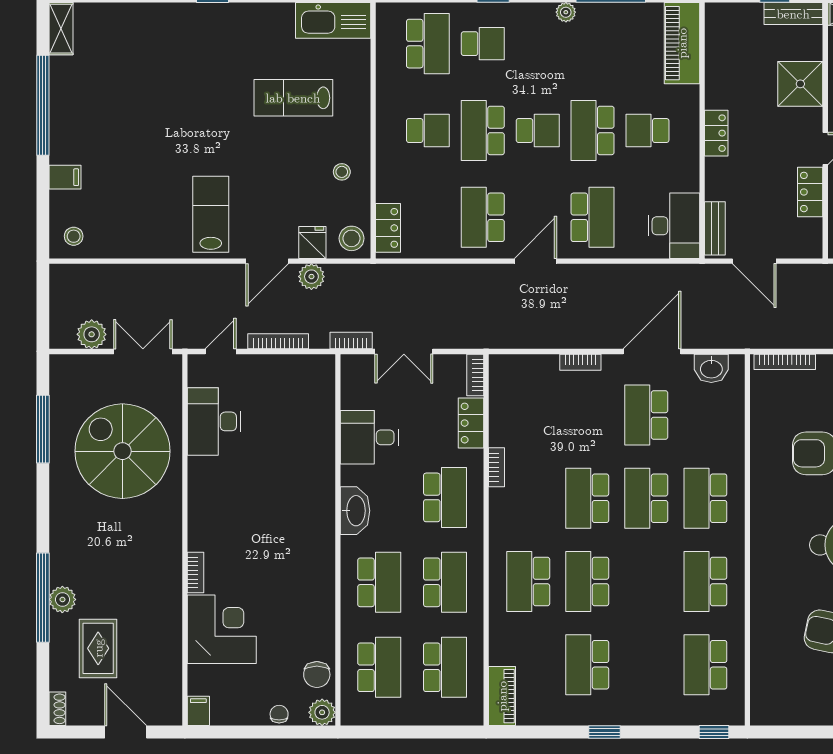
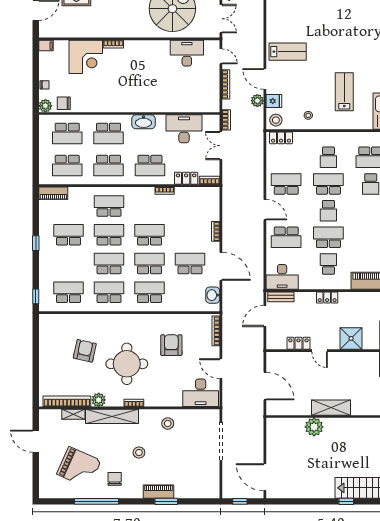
desk: (369, 437) -> (184, 129), width x1.37
school desk: (646, 582) -> (109, 263), added

